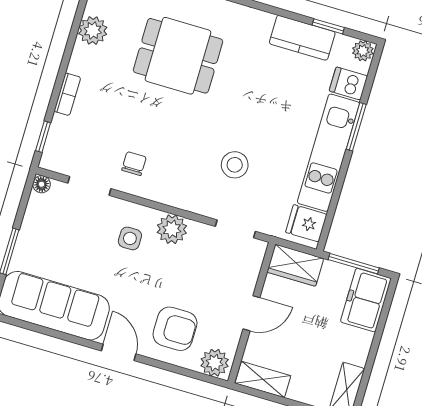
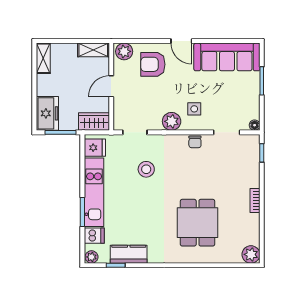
plant: (93, 31) -> (251, 223), removed
dining table: (178, 56) -> (198, 223), turned 90
bookcase: (67, 94) -> (255, 201), moved
chair: (134, 164) -> (195, 142), moved

